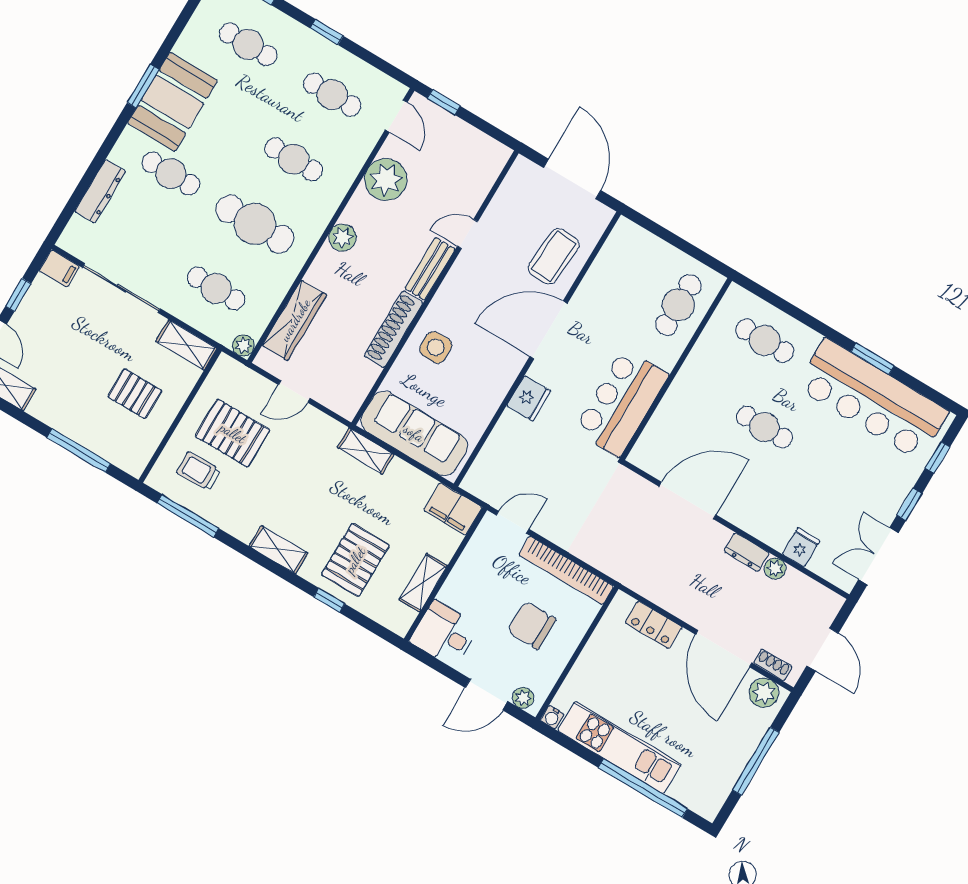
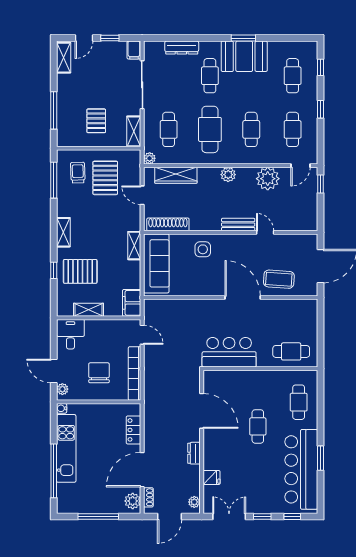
shoe rack: (394, 329) -> (168, 224), moved
fridge: (529, 398) -> (205, 307), removed
plant: (775, 569) -> (194, 502), moved

